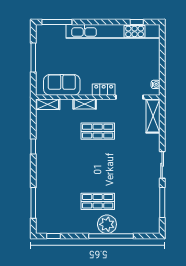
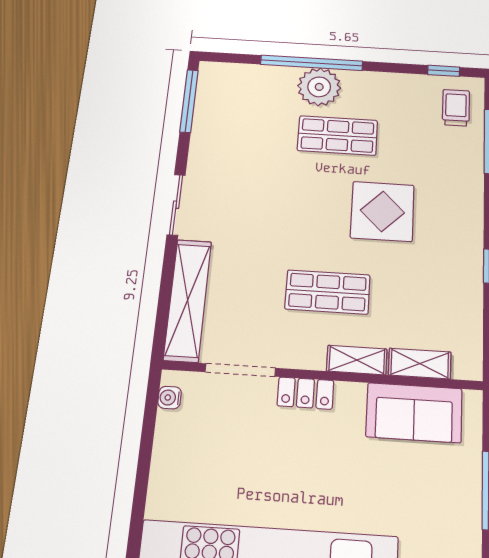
shelving: (48, 104) -> (420, 364), moved
shelving: (153, 116) -> (188, 300), width x1.47
display table: (77, 168) -> (382, 211), added
window: (162, 203) -> (189, 101), moved
trolley: (48, 218) -> (456, 108), added

